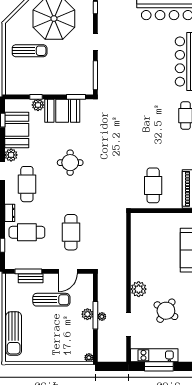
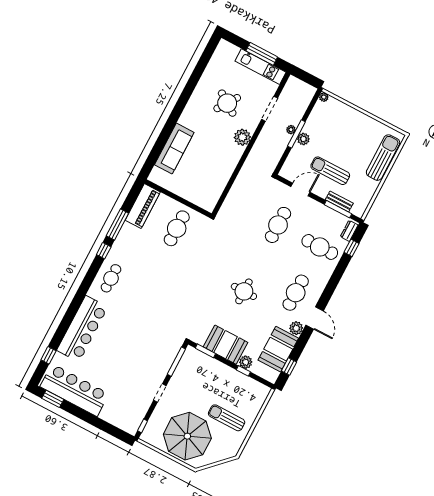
dresser: (10, 213) -> (349, 231), moved

